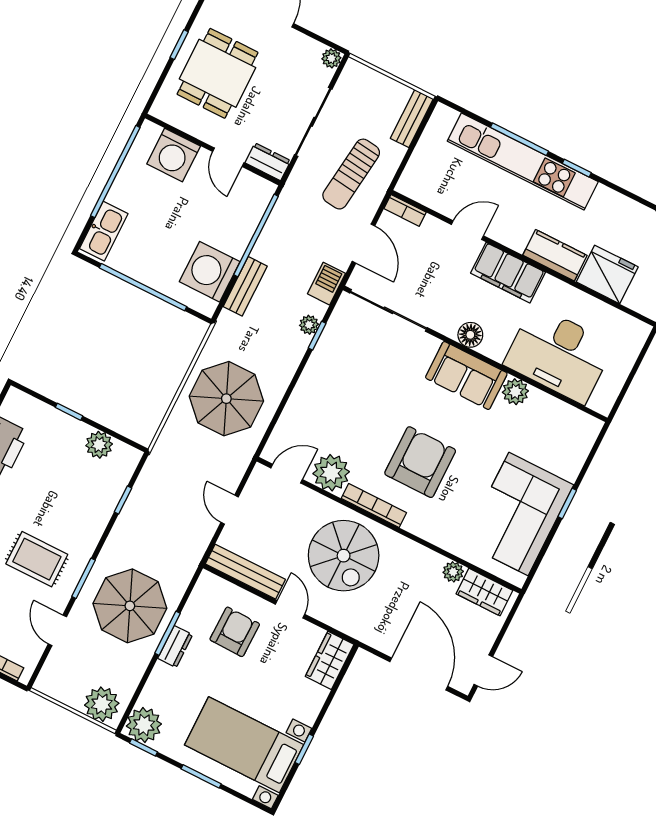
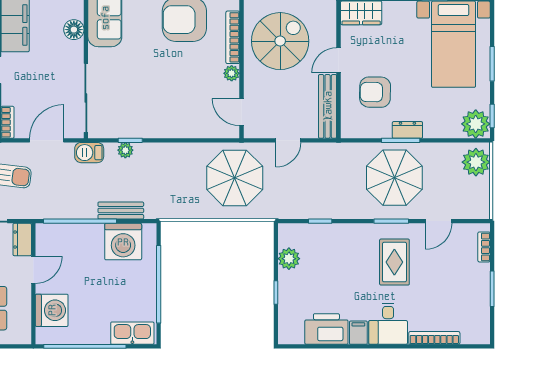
parasol: (226, 399) -> (235, 178), moved
plant: (331, 473) -> (232, 73), width x0.53, depth x0.53

